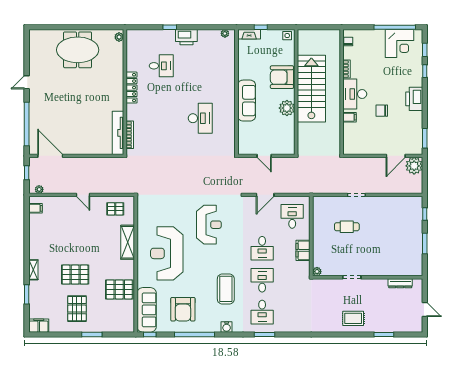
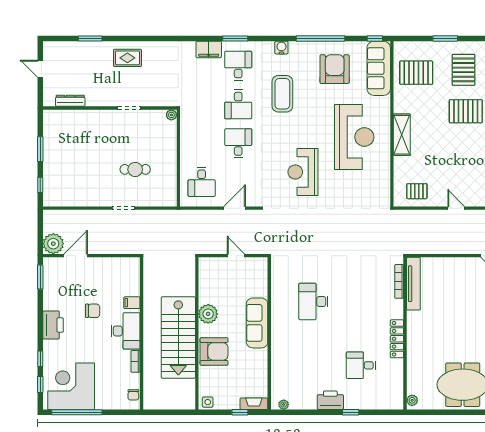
corner desk: (399, 43) -> (71, 386), width x1.36, depth x1.36
shelving: (128, 242) -> (402, 135), moved
filing cabinet: (303, 250) -> (209, 49), moved, turned 90
pallet: (119, 289) -> (416, 73), moved

